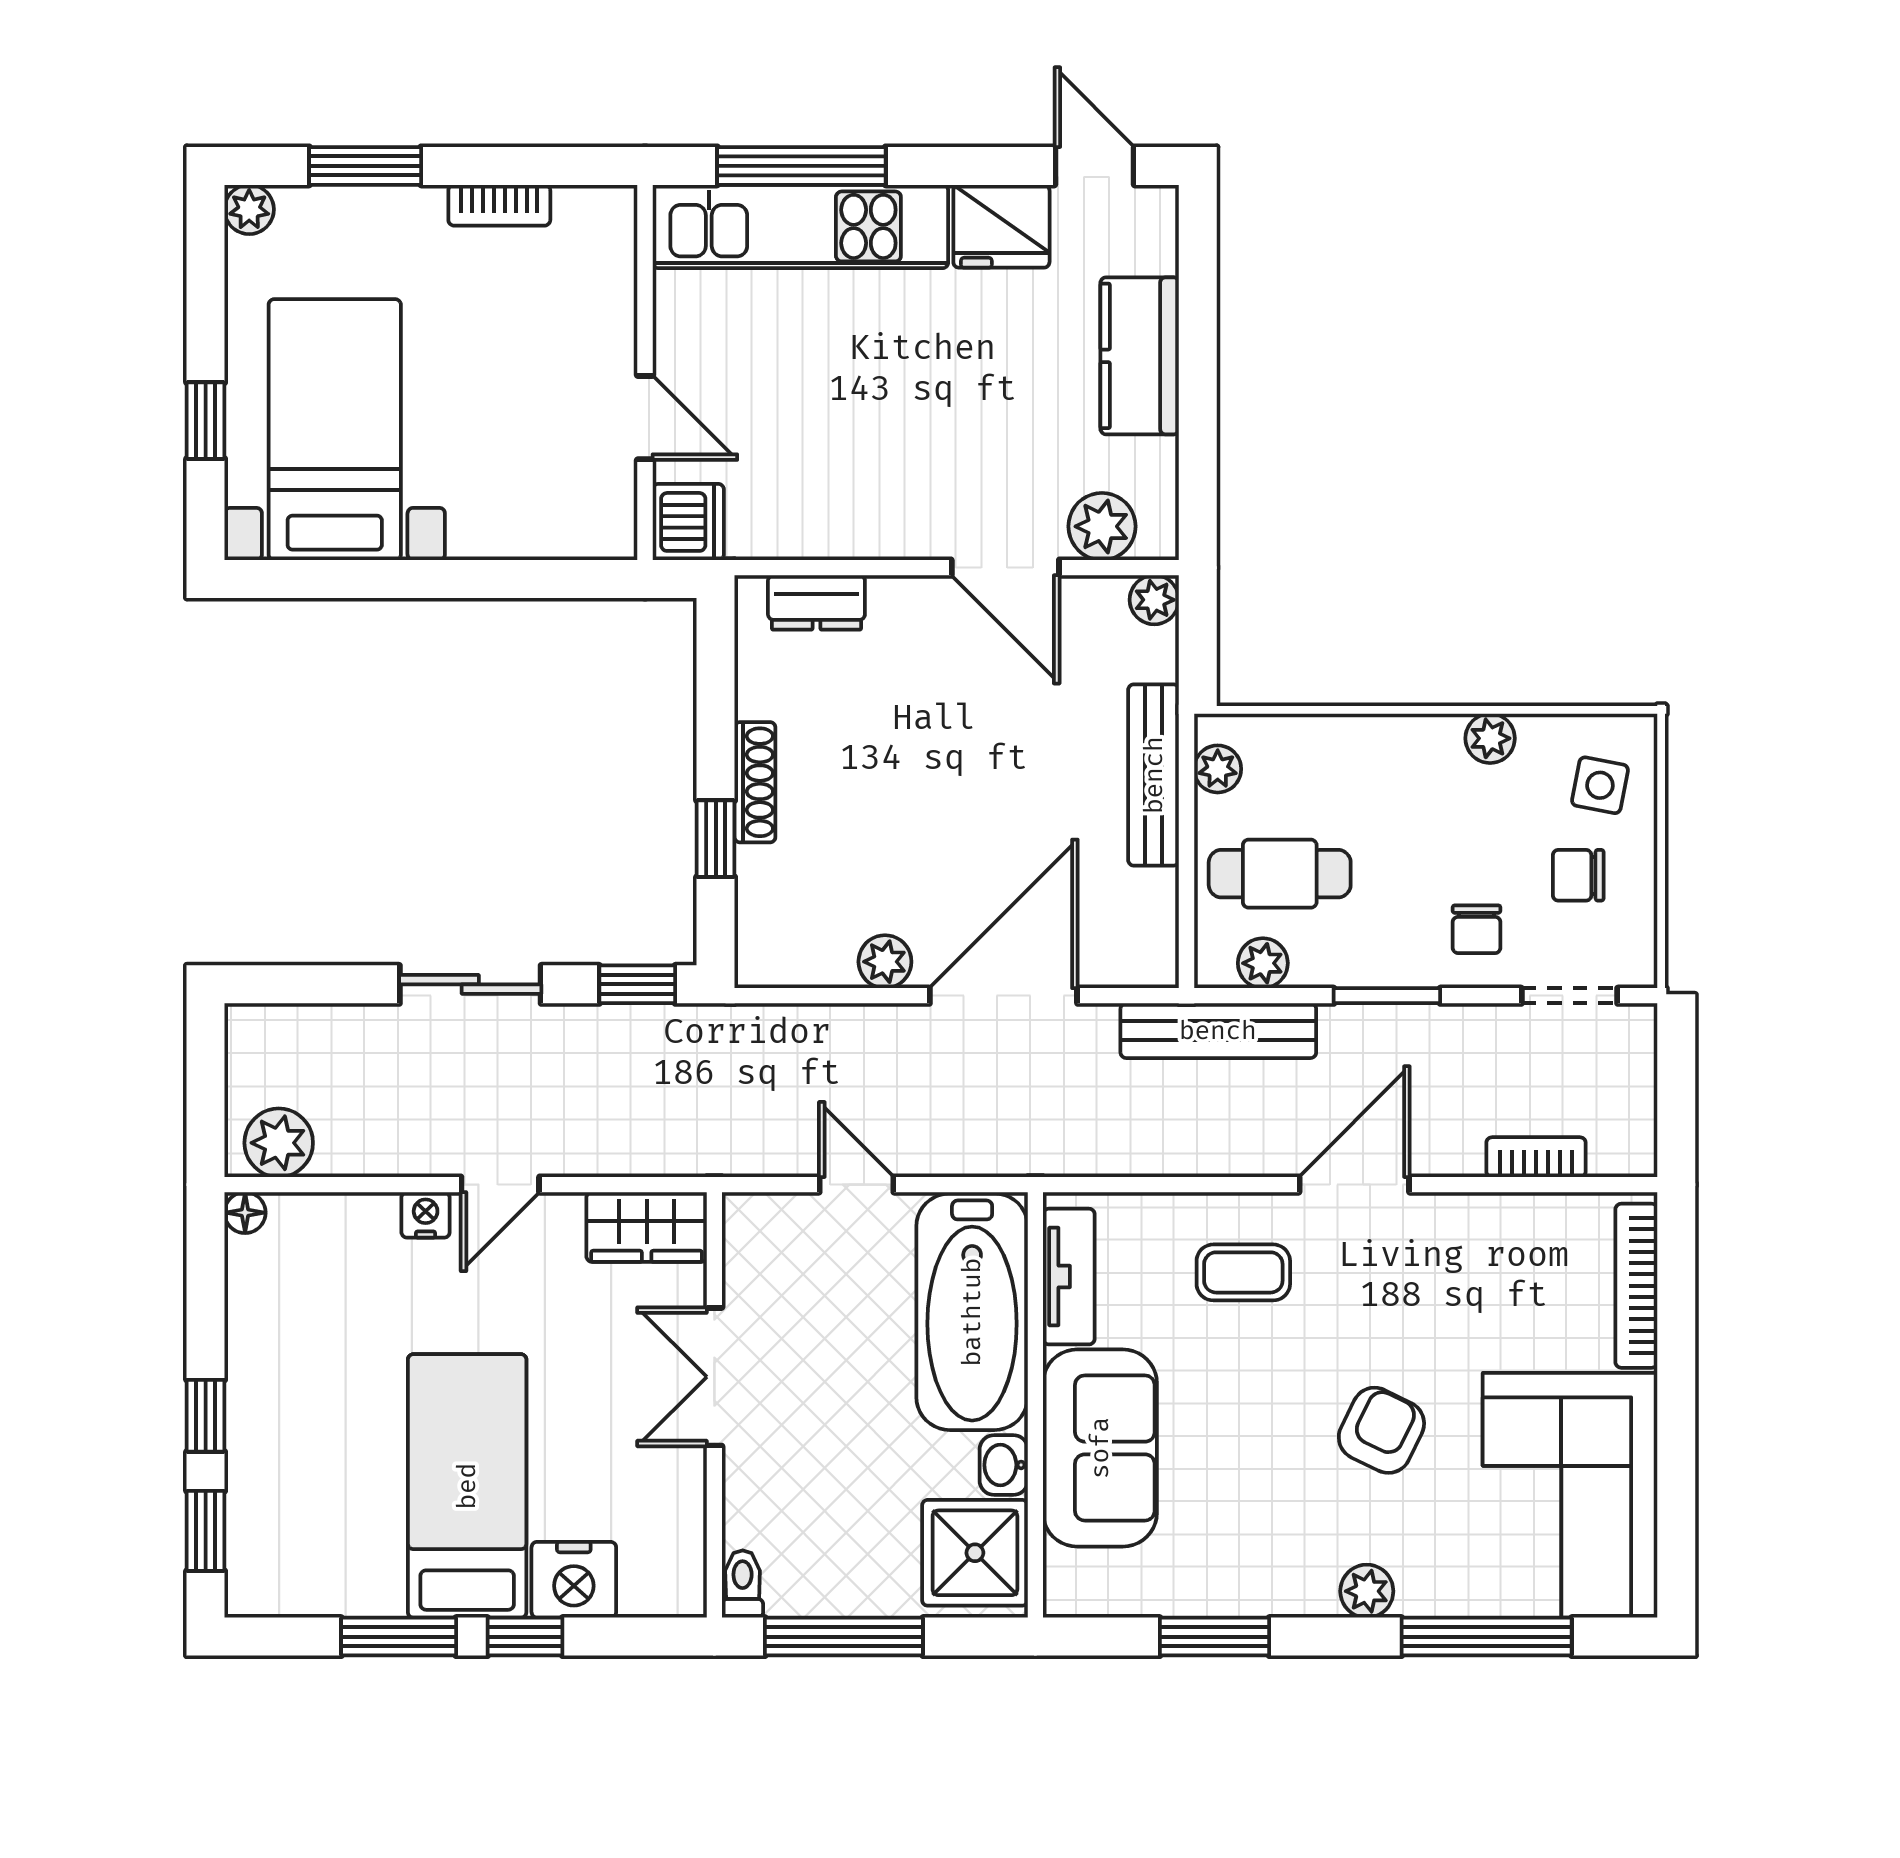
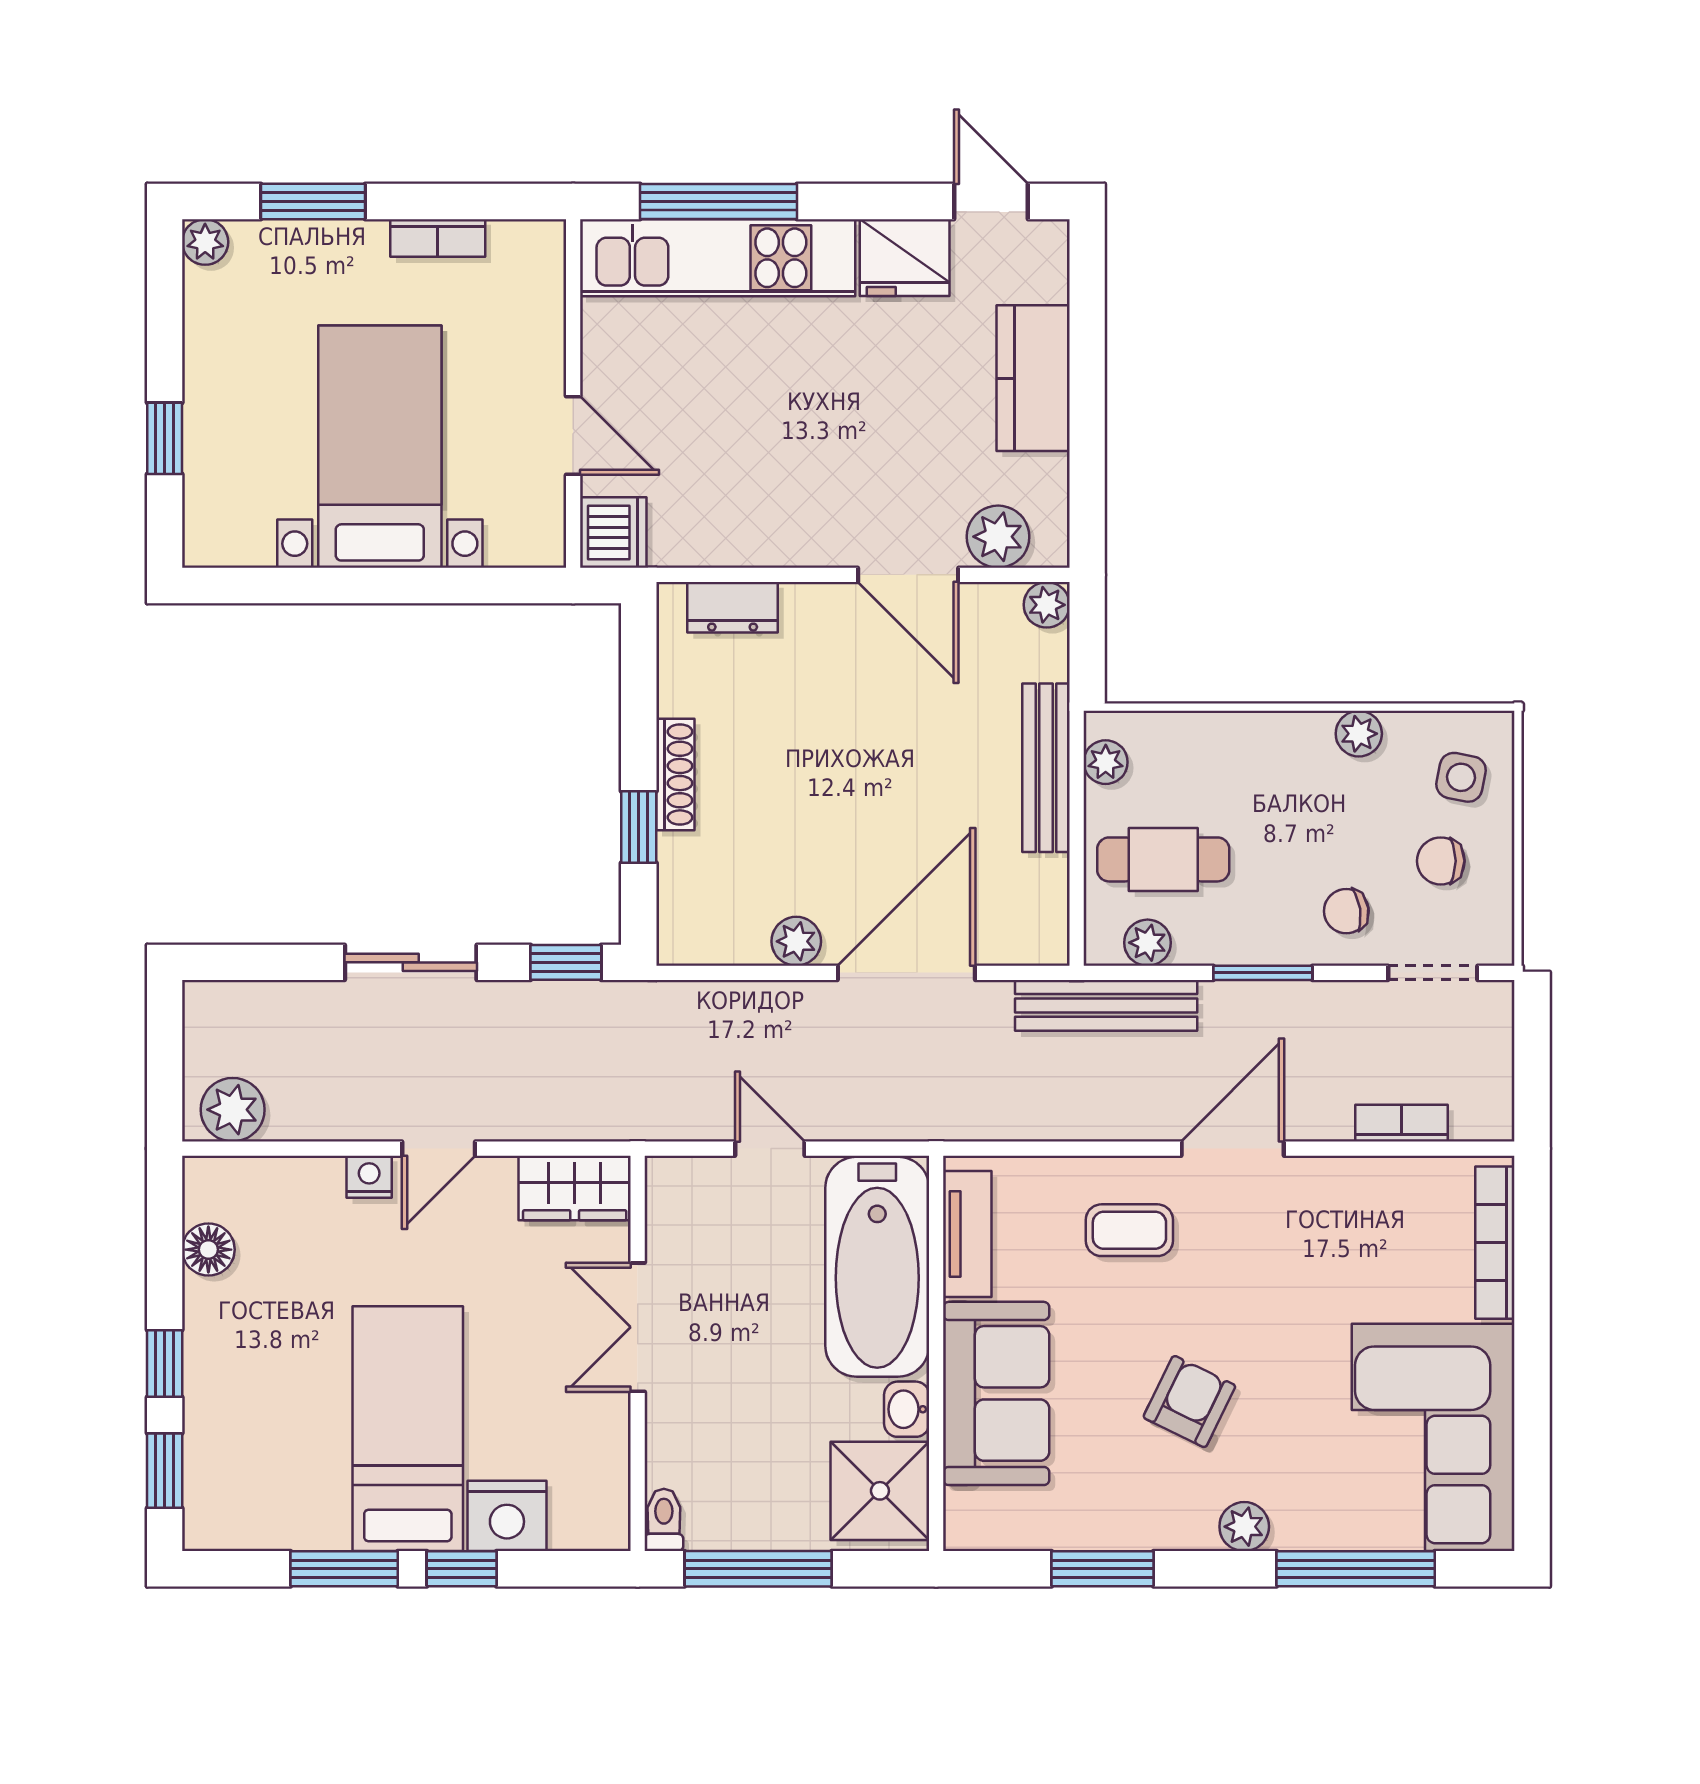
bed with nightstands: (335, 430) -> (380, 447), moved
chair: (1477, 929) -> (1346, 911), turned 81
floor lamp: (245, 1213) -> (208, 1250), moved, width x1.37, depth x1.37
armchair: (1381, 1430) -> (1189, 1402), moved

